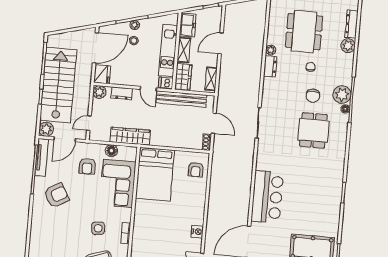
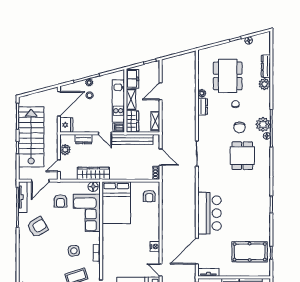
plant: (99, 92) -> (65, 150), moved
plant: (46, 129) -> (24, 174), removed
floor lamp: (111, 151) -> (93, 187), moved

